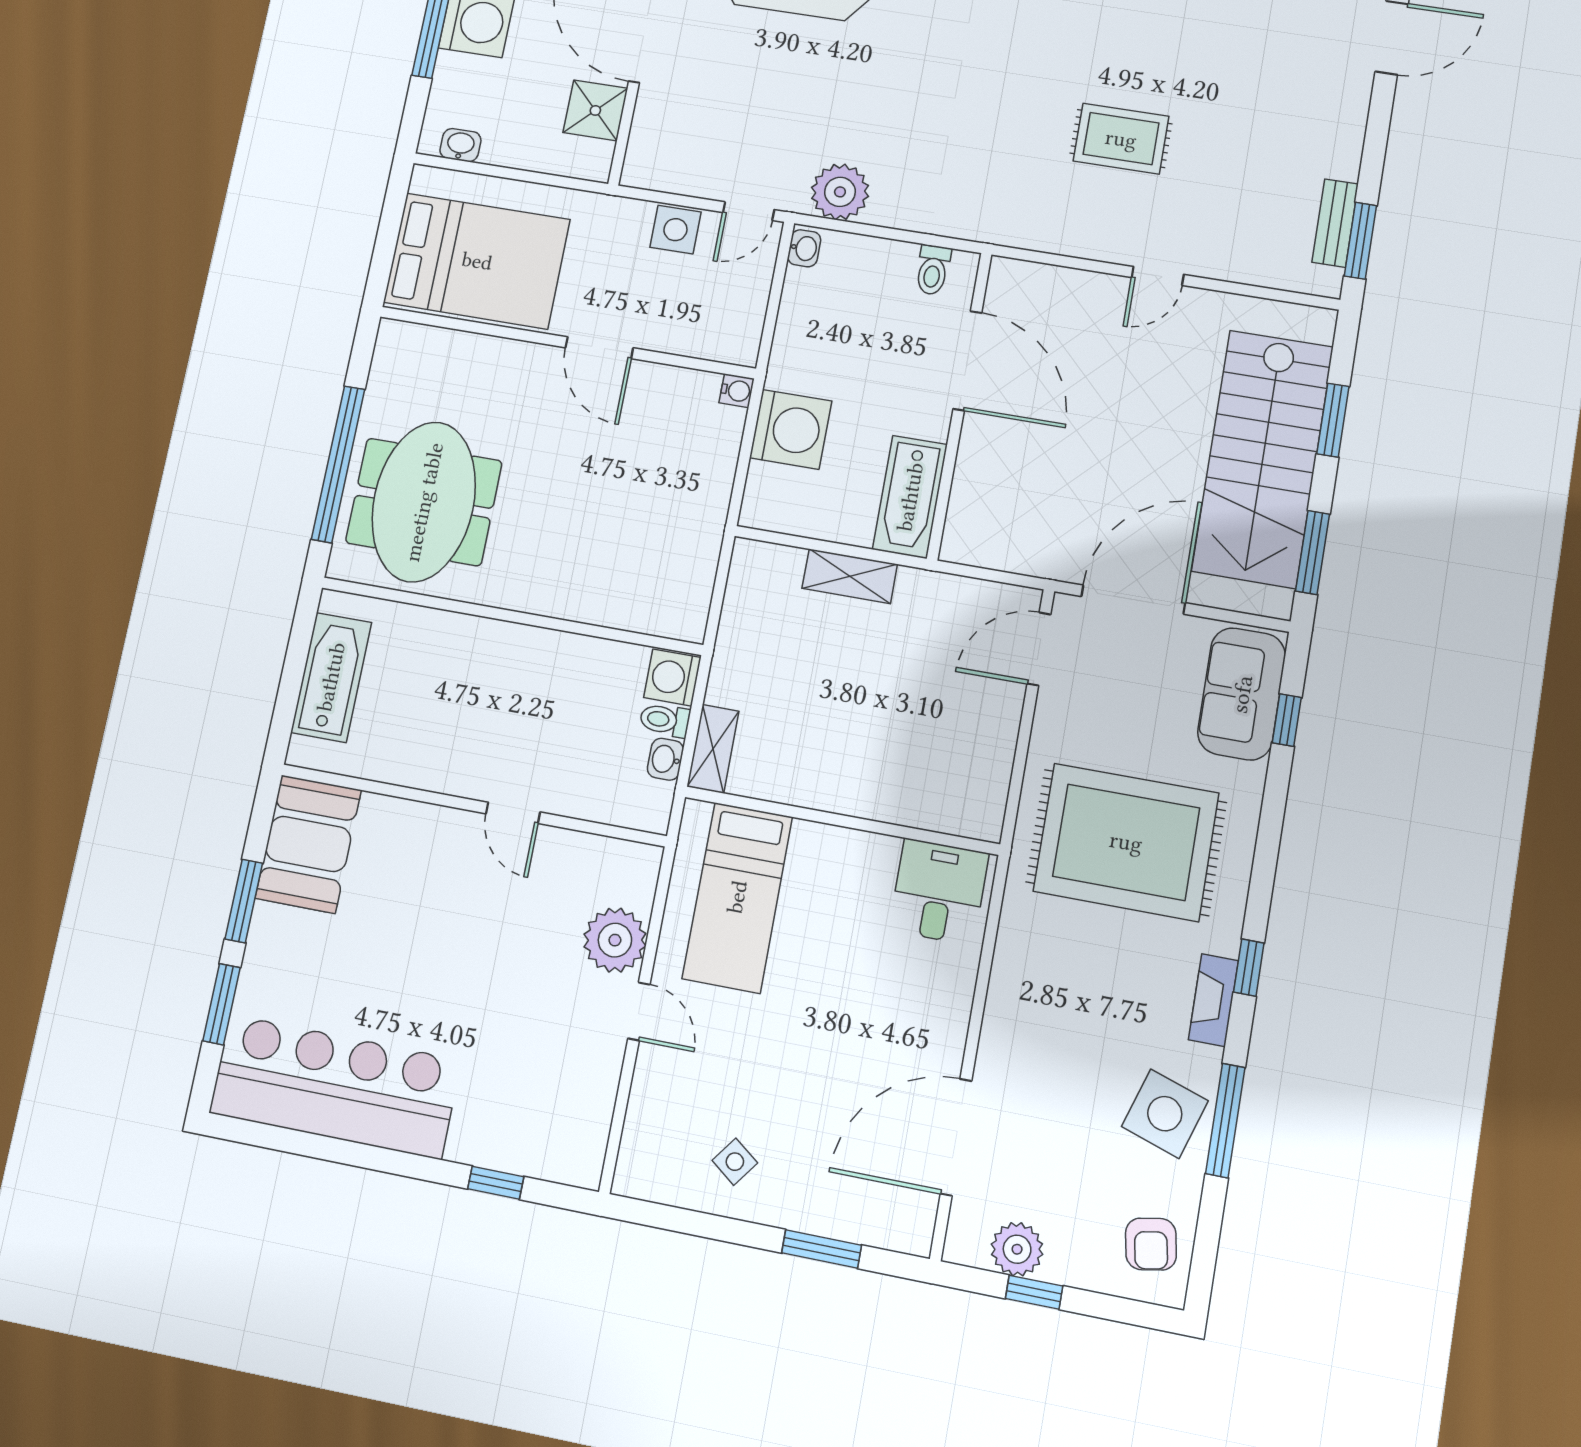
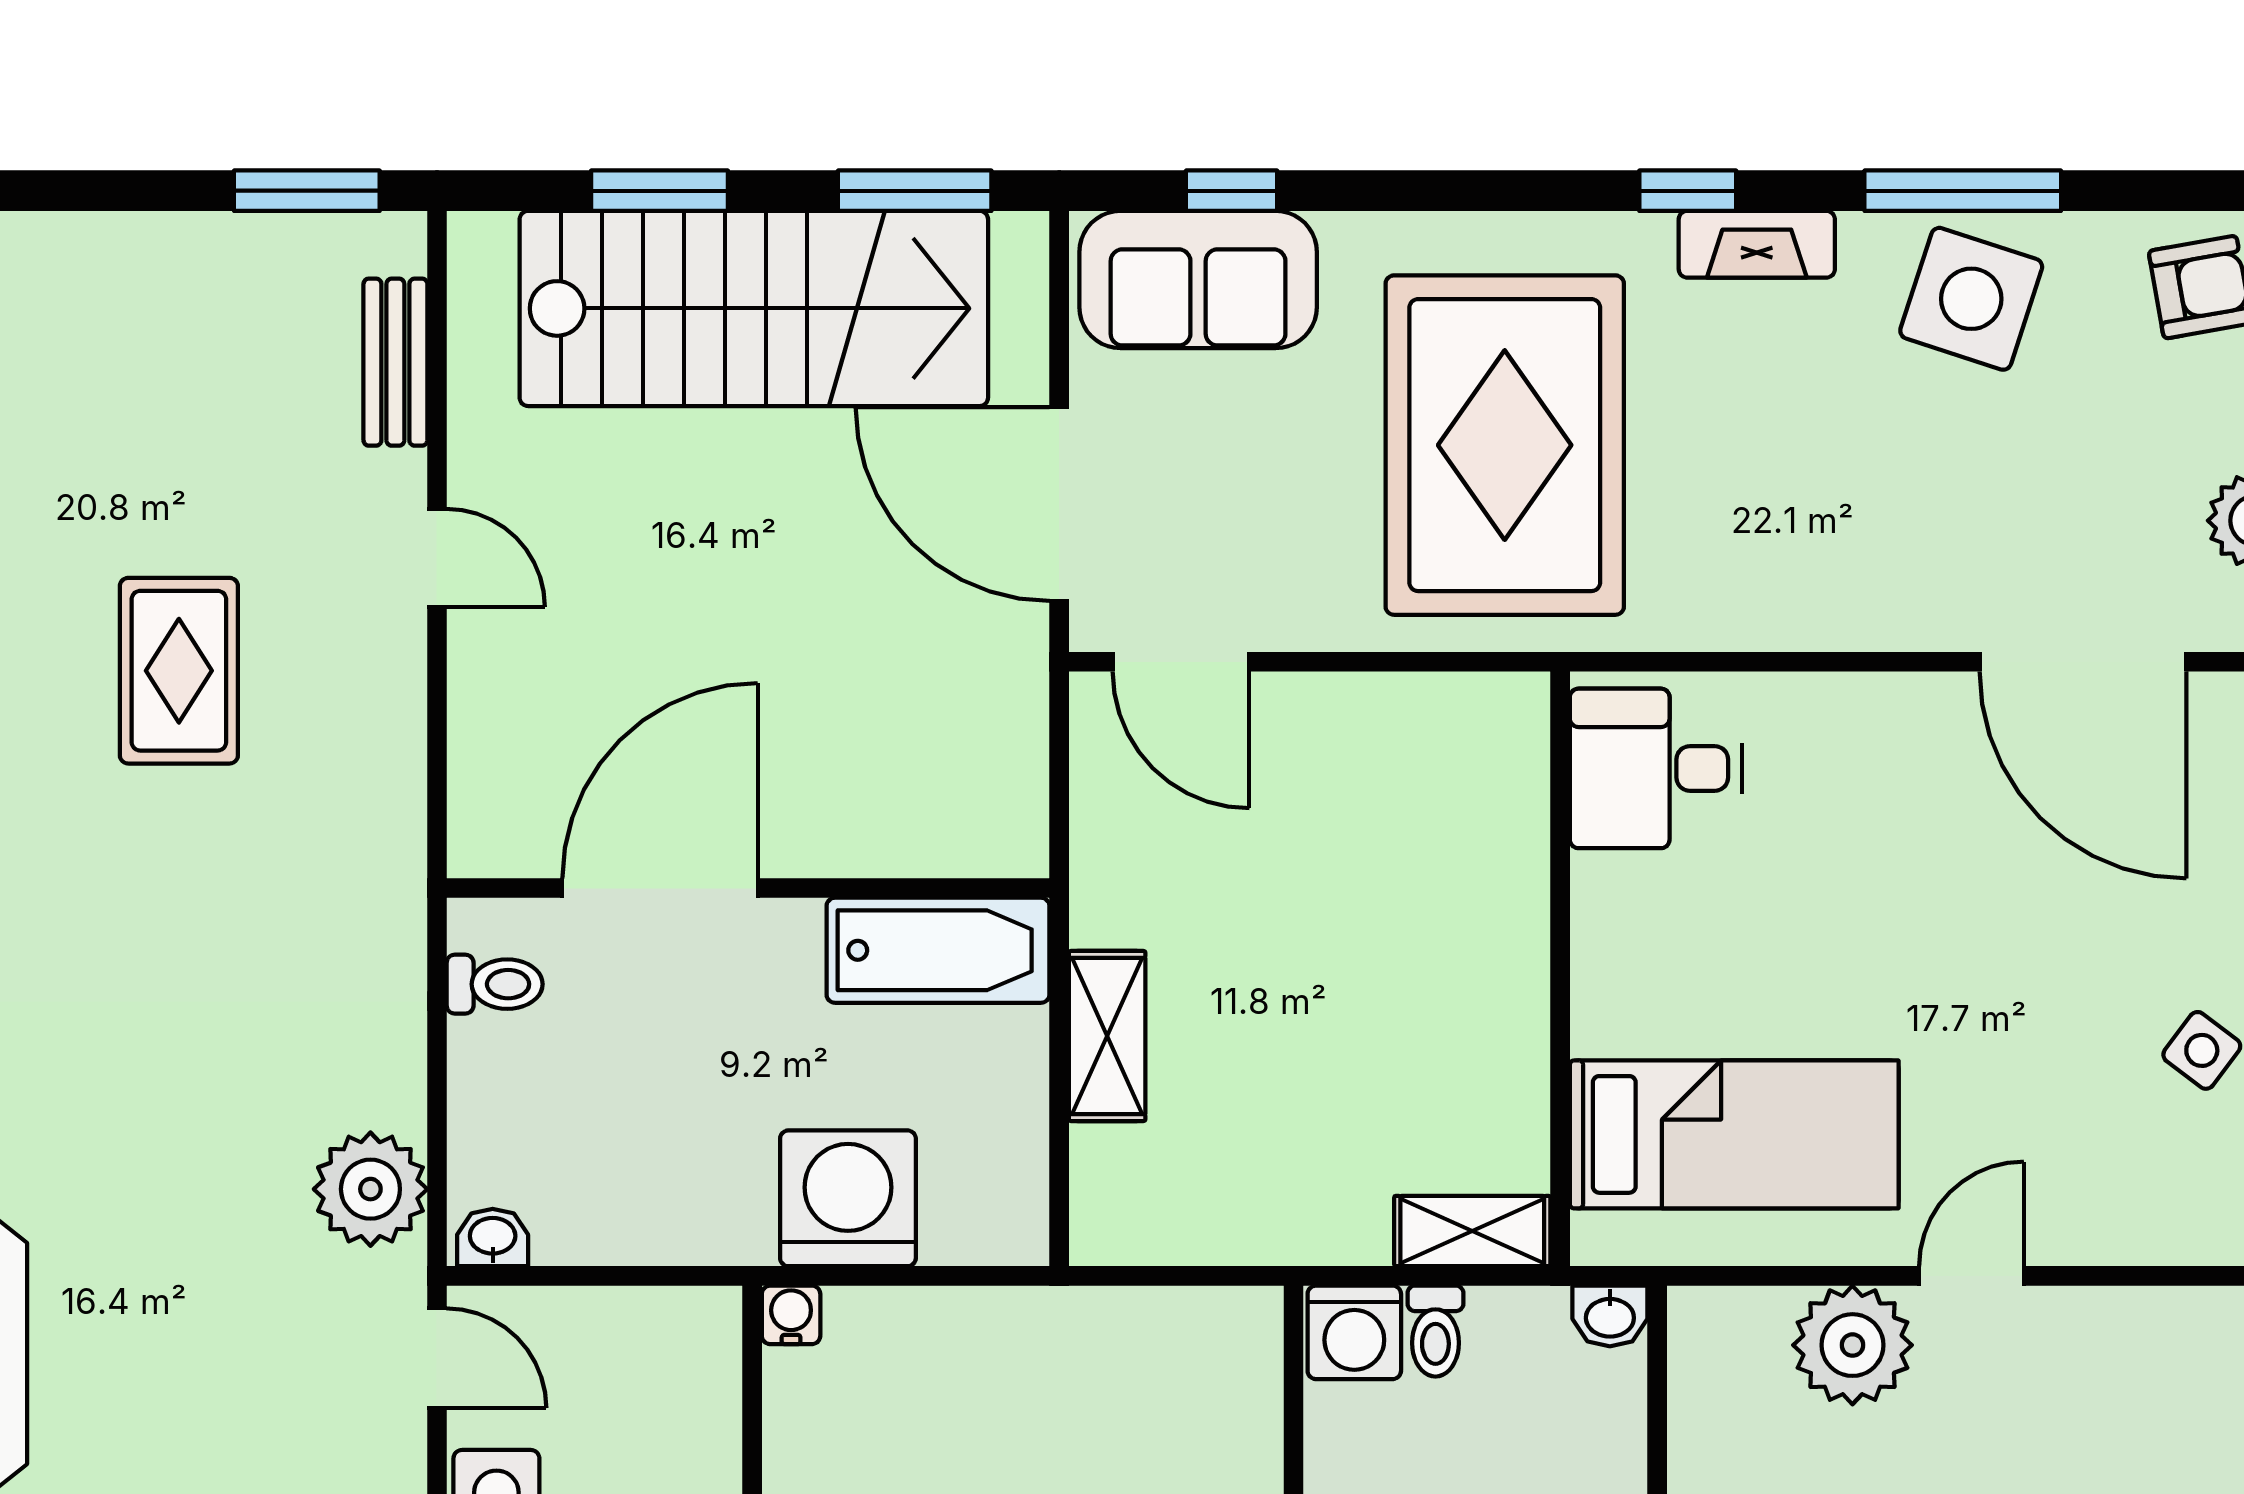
bench: (1335, 223) -> (395, 362), moved, turned 90
washbasin: (665, 759) -> (1610, 1316), moved

